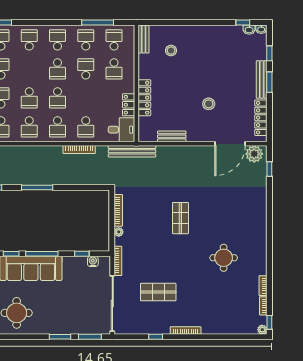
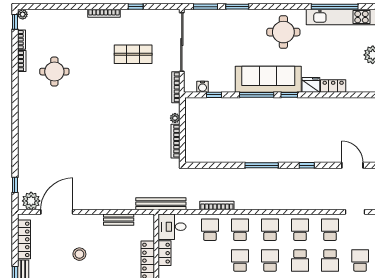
shop shelf: (180, 218) -> (109, 133), removed
round table: (224, 258) -> (54, 72), moved

